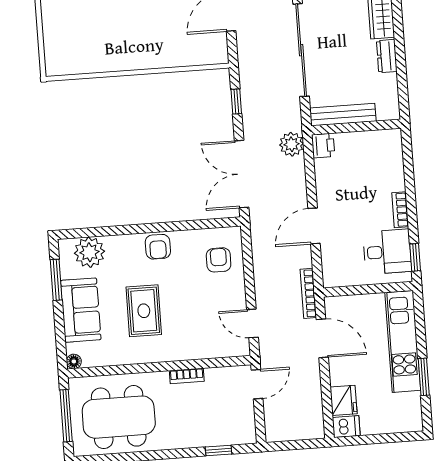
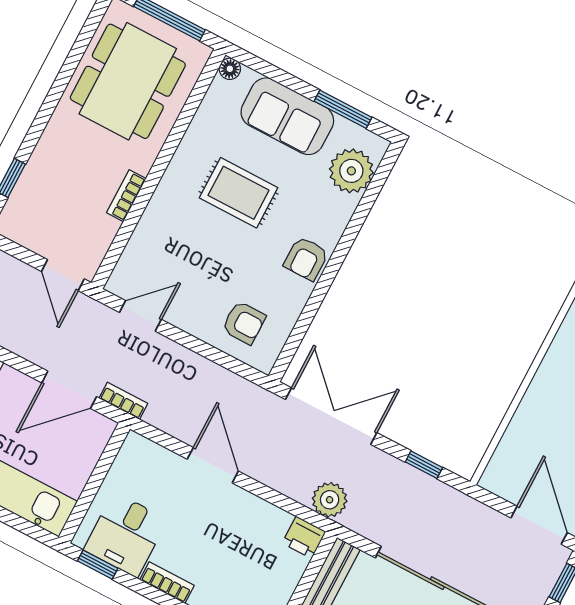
armchair: (158, 247) -> (306, 259), turned -90
bookcase: (308, 293) -> (123, 401), width x0.64

